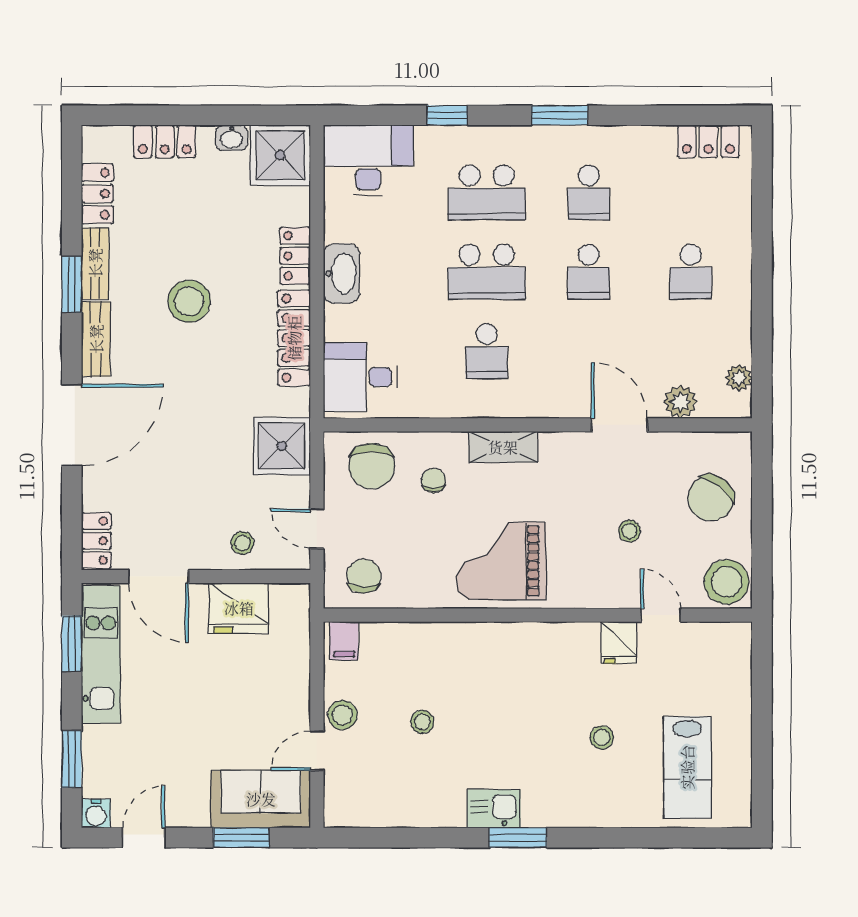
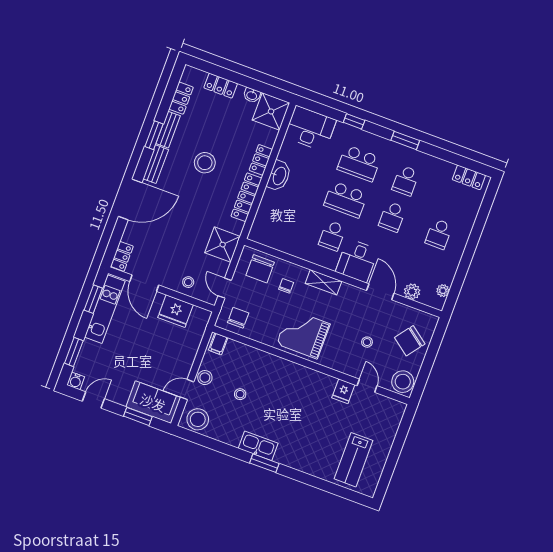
desk: (360, 377) -> (357, 261), moved, turned -90
stool: (602, 737) -> (198, 419), moved, width x1.89, depth x1.89
kitchen sink: (494, 809) -> (258, 446), width x1.38

